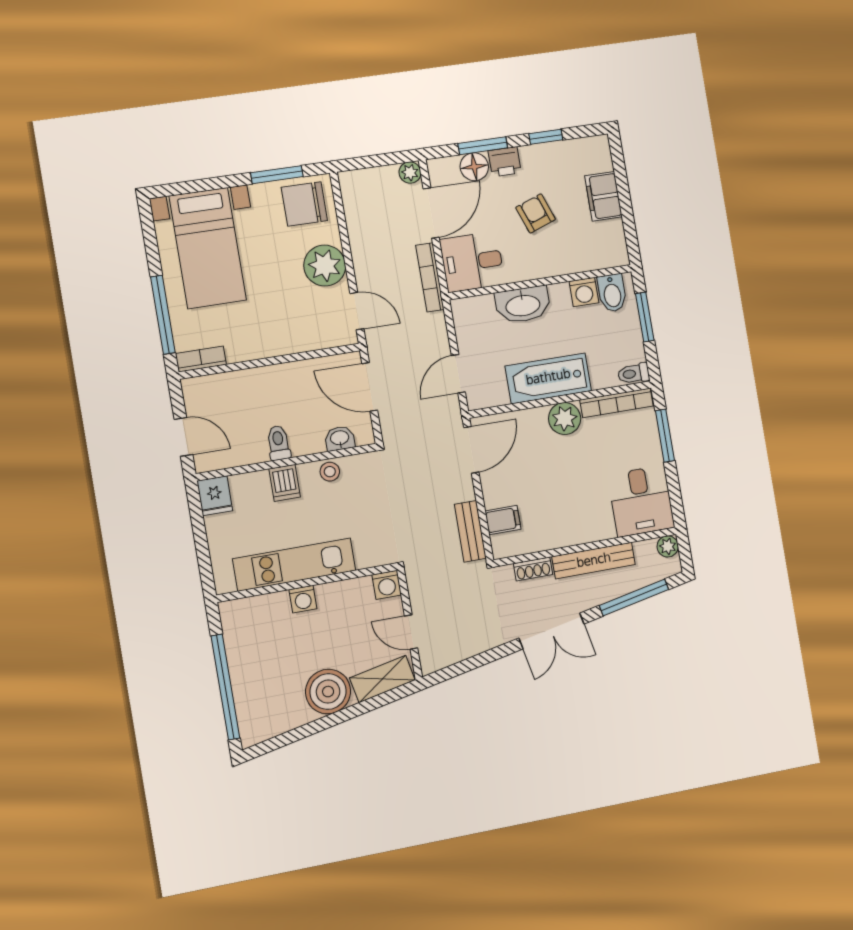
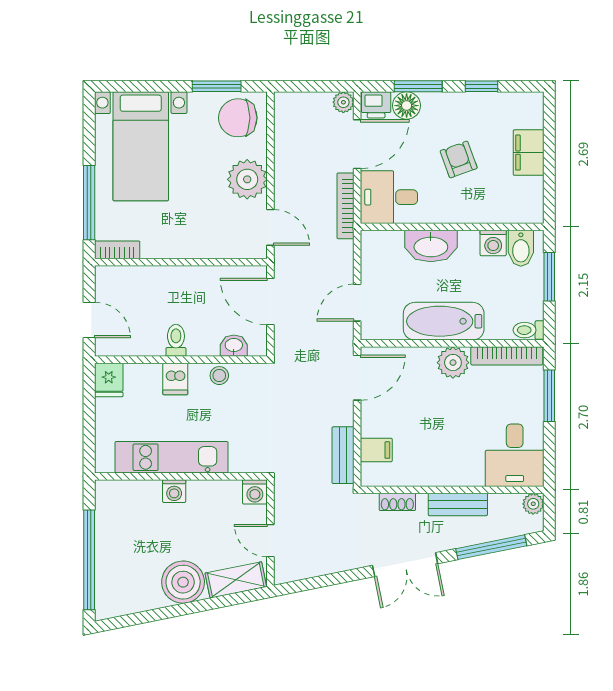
printer: (505, 162) -> (376, 105), moved
bench: (594, 561) -> (458, 504), width x0.73

